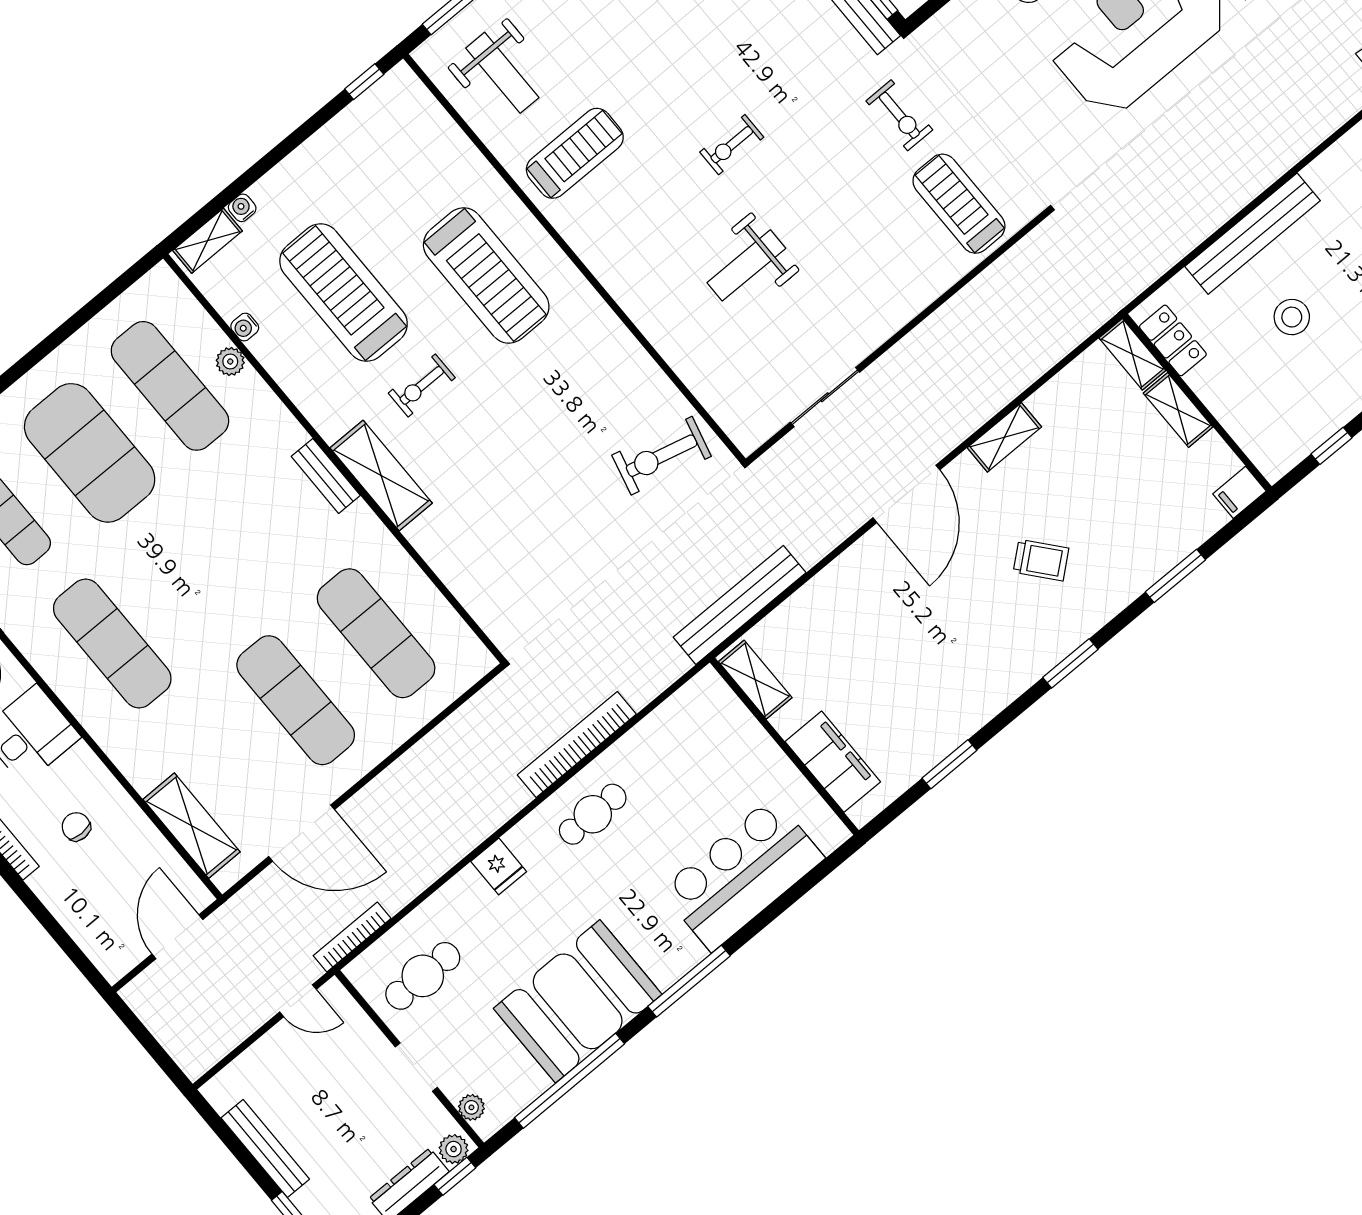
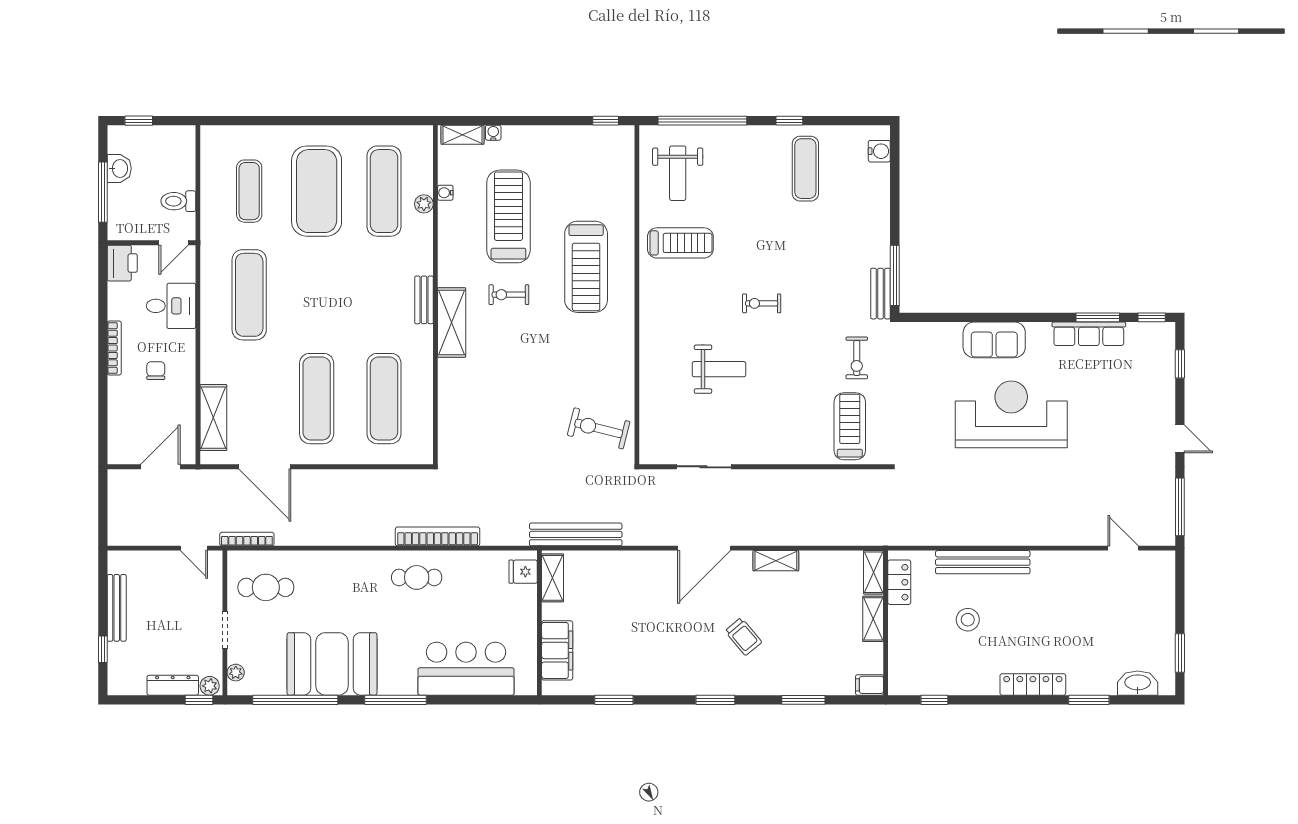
weight bench: (746, 265) -> (719, 369), turned 180
fridge: (499, 866) -> (523, 572), moved, turned 90

